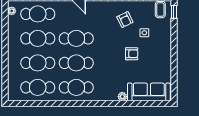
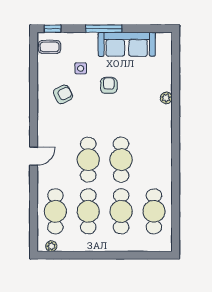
window: (174, 50) -> (104, 29), added
cafe table: (76, 87) -> (154, 160), removed
sofa: (149, 92) -> (127, 44), moved, turned -90

